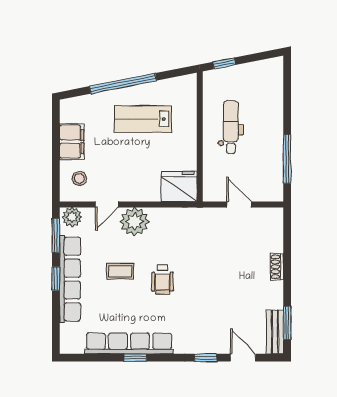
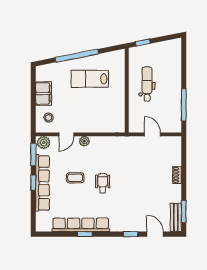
fridge: (179, 186) -> (113, 123), removed
plant: (135, 222) -> (84, 141), width x0.53, depth x0.53
wheelchair: (162, 279) -> (103, 183), turned 180

